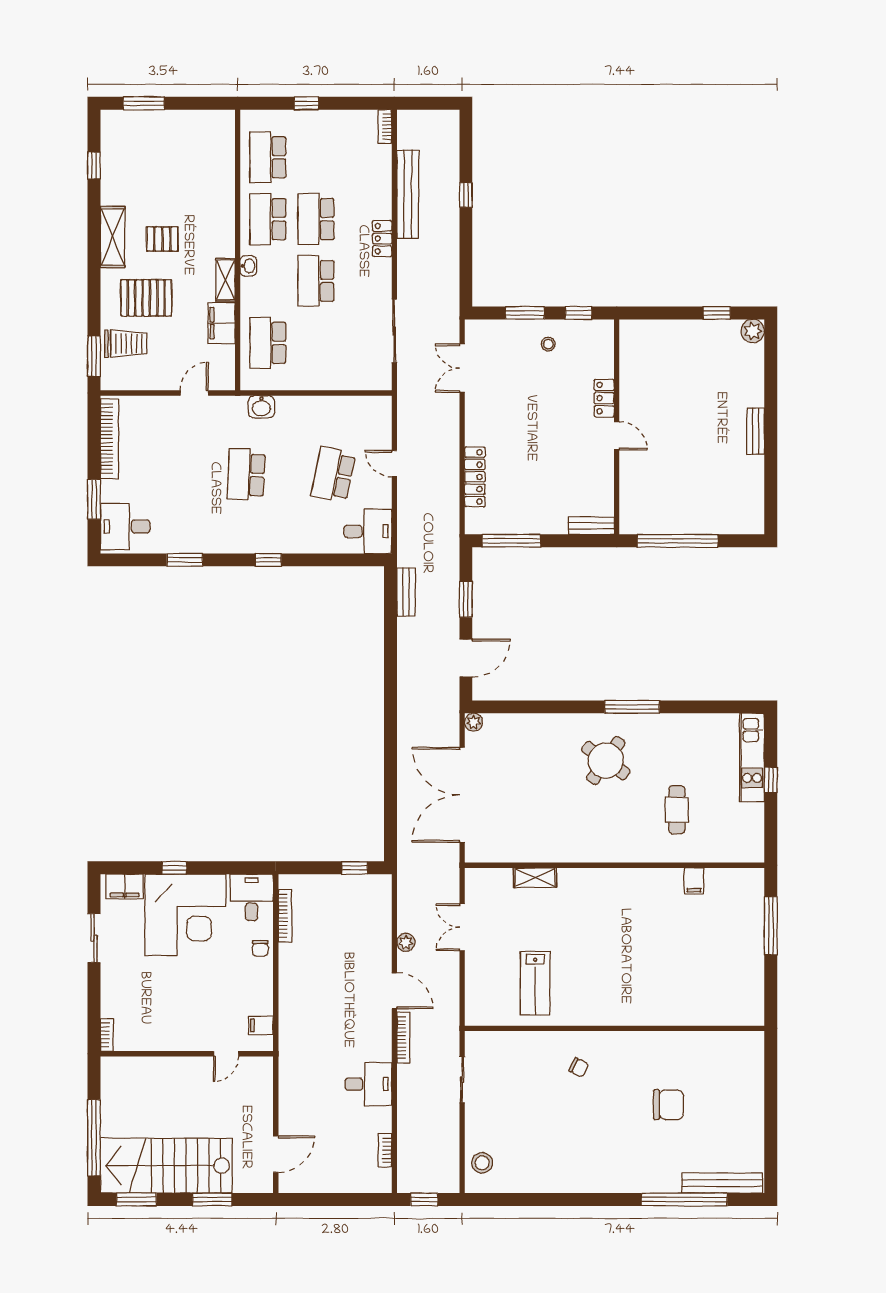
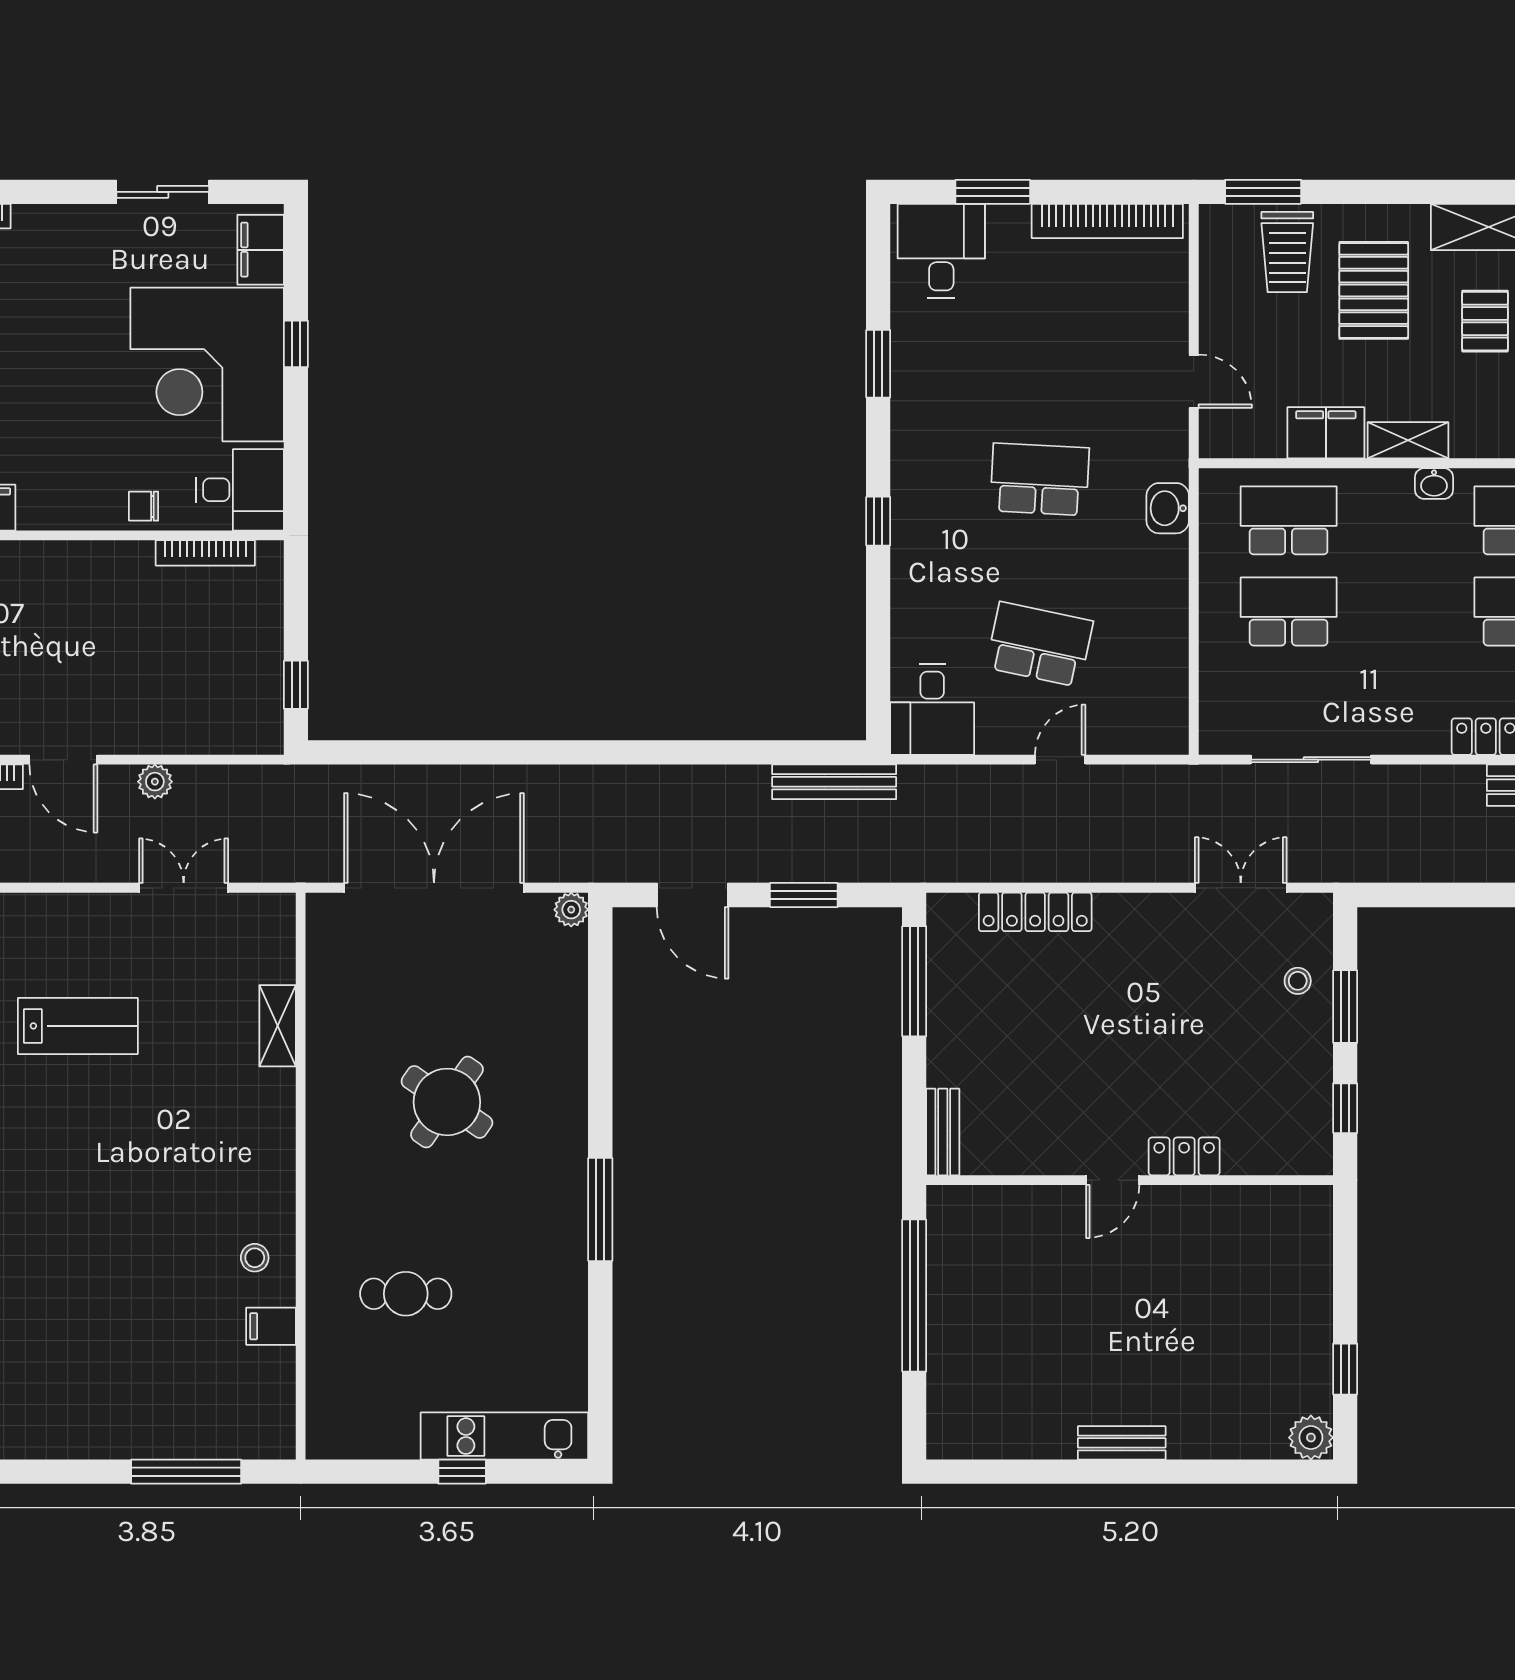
school desk: (316, 281) -> (1289, 611), moved
stool: (548, 344) -> (1298, 981), moved
bench: (406, 592) -> (834, 782), width x1.36
round table: (606, 761) -> (447, 1102), moved
stool: (658, 890) -> (255, 1258), added
lab bench: (535, 983) -> (78, 1026), turned 180
door: (394, 991) -> (63, 760), hinge flipped

